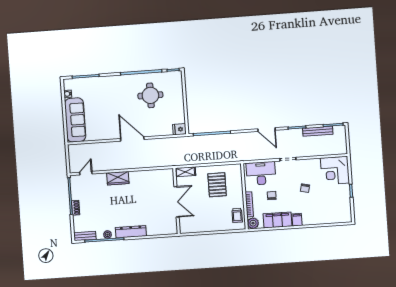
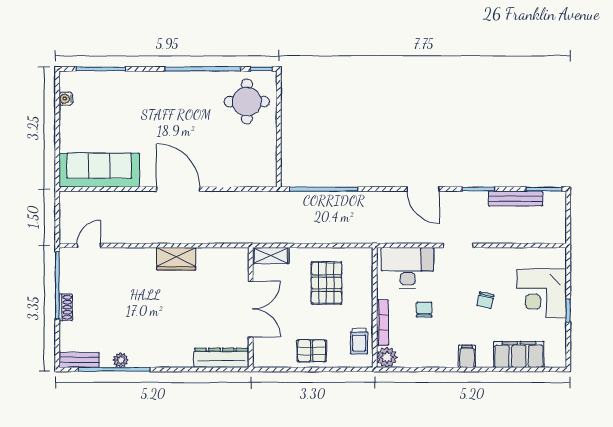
round table: (150, 95) -> (247, 102), moved
sofa: (75, 120) -> (99, 170), moved, turned -90
fridge: (179, 129) -> (265, 177), removed
corner desk: (335, 171) -> (542, 293), moved
wardrobe: (118, 178) -> (176, 259), moved
filing cabinet: (278, 220) -> (519, 354), moved
pallet: (211, 222) -> (312, 351), added
dresser: (131, 232) -> (221, 358), moved

